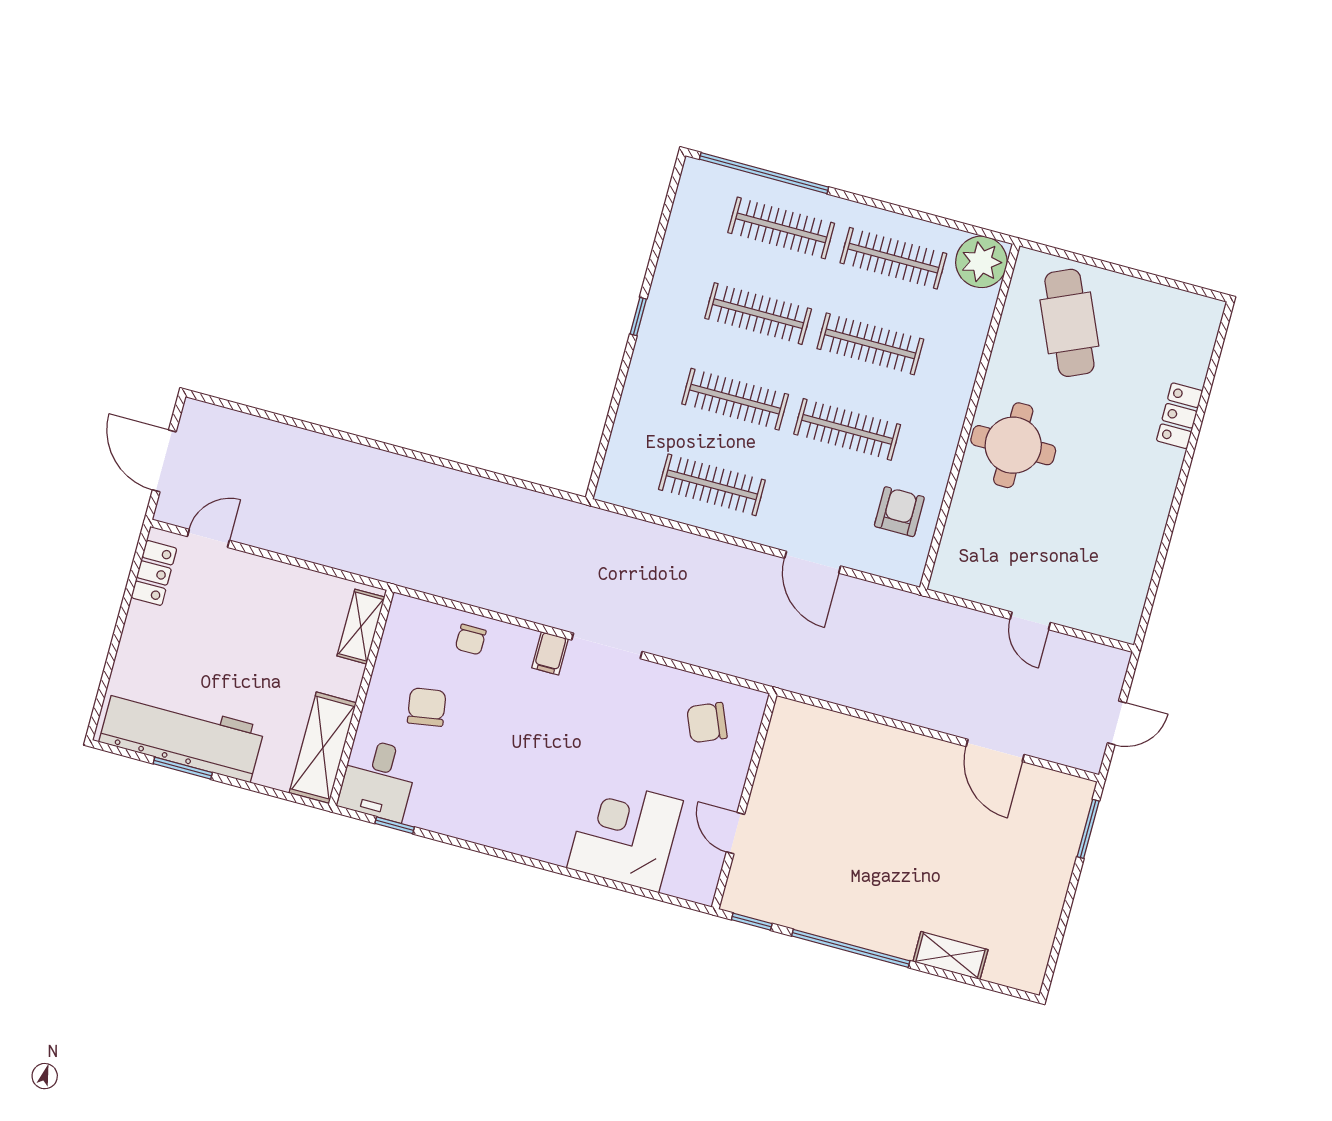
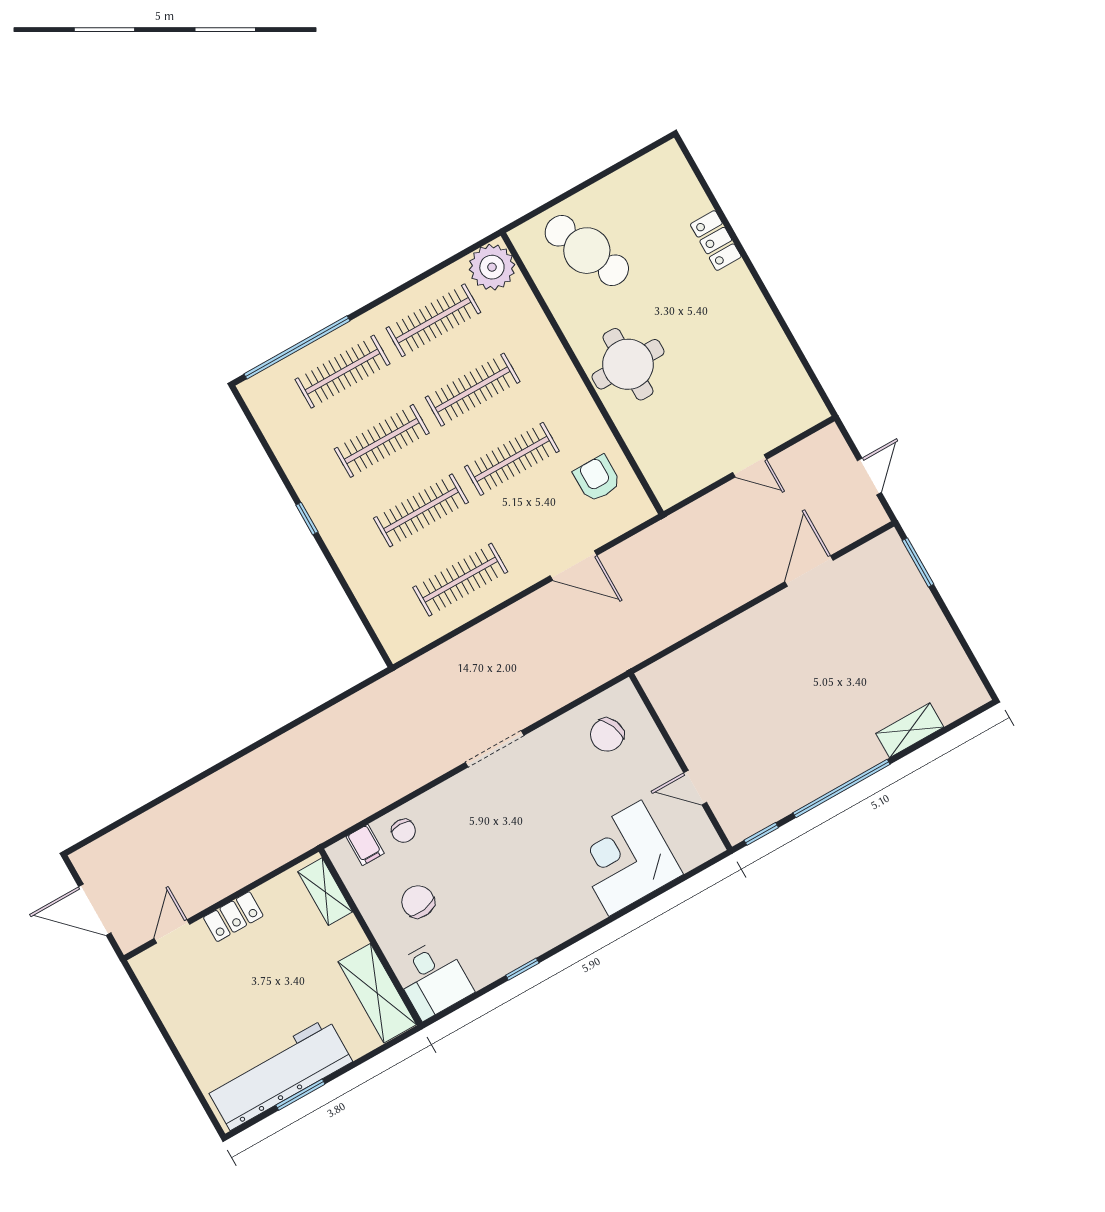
locker: (154, 573) -> (233, 917), moved, turned 90
filing cabinet: (550, 653) -> (365, 845), moved
door: (995, 751) -> (809, 571), swing flipped
window: (395, 825) -> (522, 969), moved

